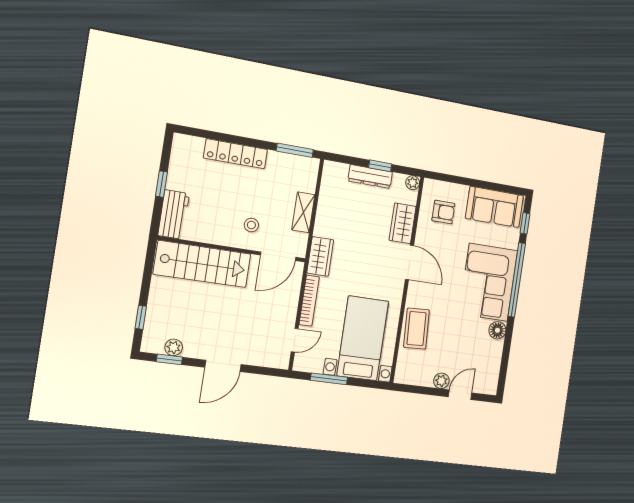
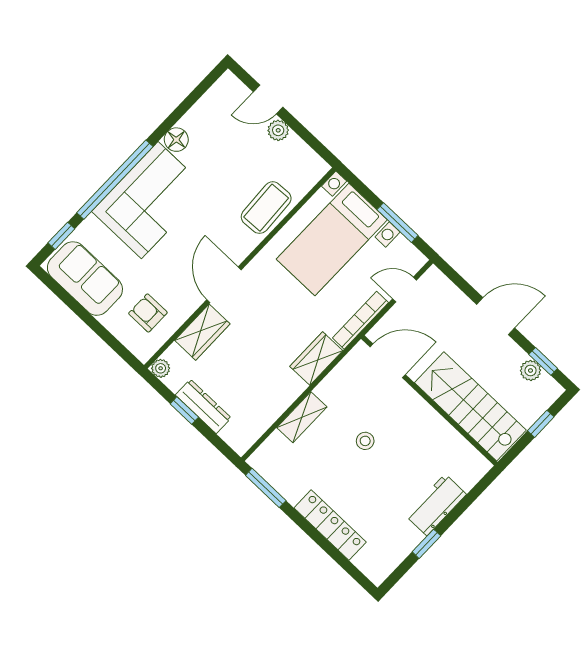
wall: (233, 249) -> (429, 400), moved
door: (278, 256) -> (388, 361), moved
stairs: (202, 264) -> (470, 406), moved

